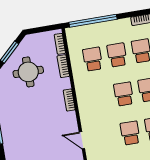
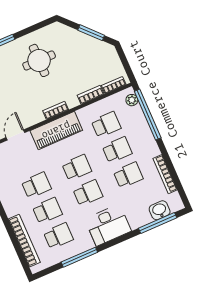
plant: (77, 31) -> (132, 100), added
round table: (28, 72) -> (39, 60), moved
piano: (87, 104) -> (56, 130), added

